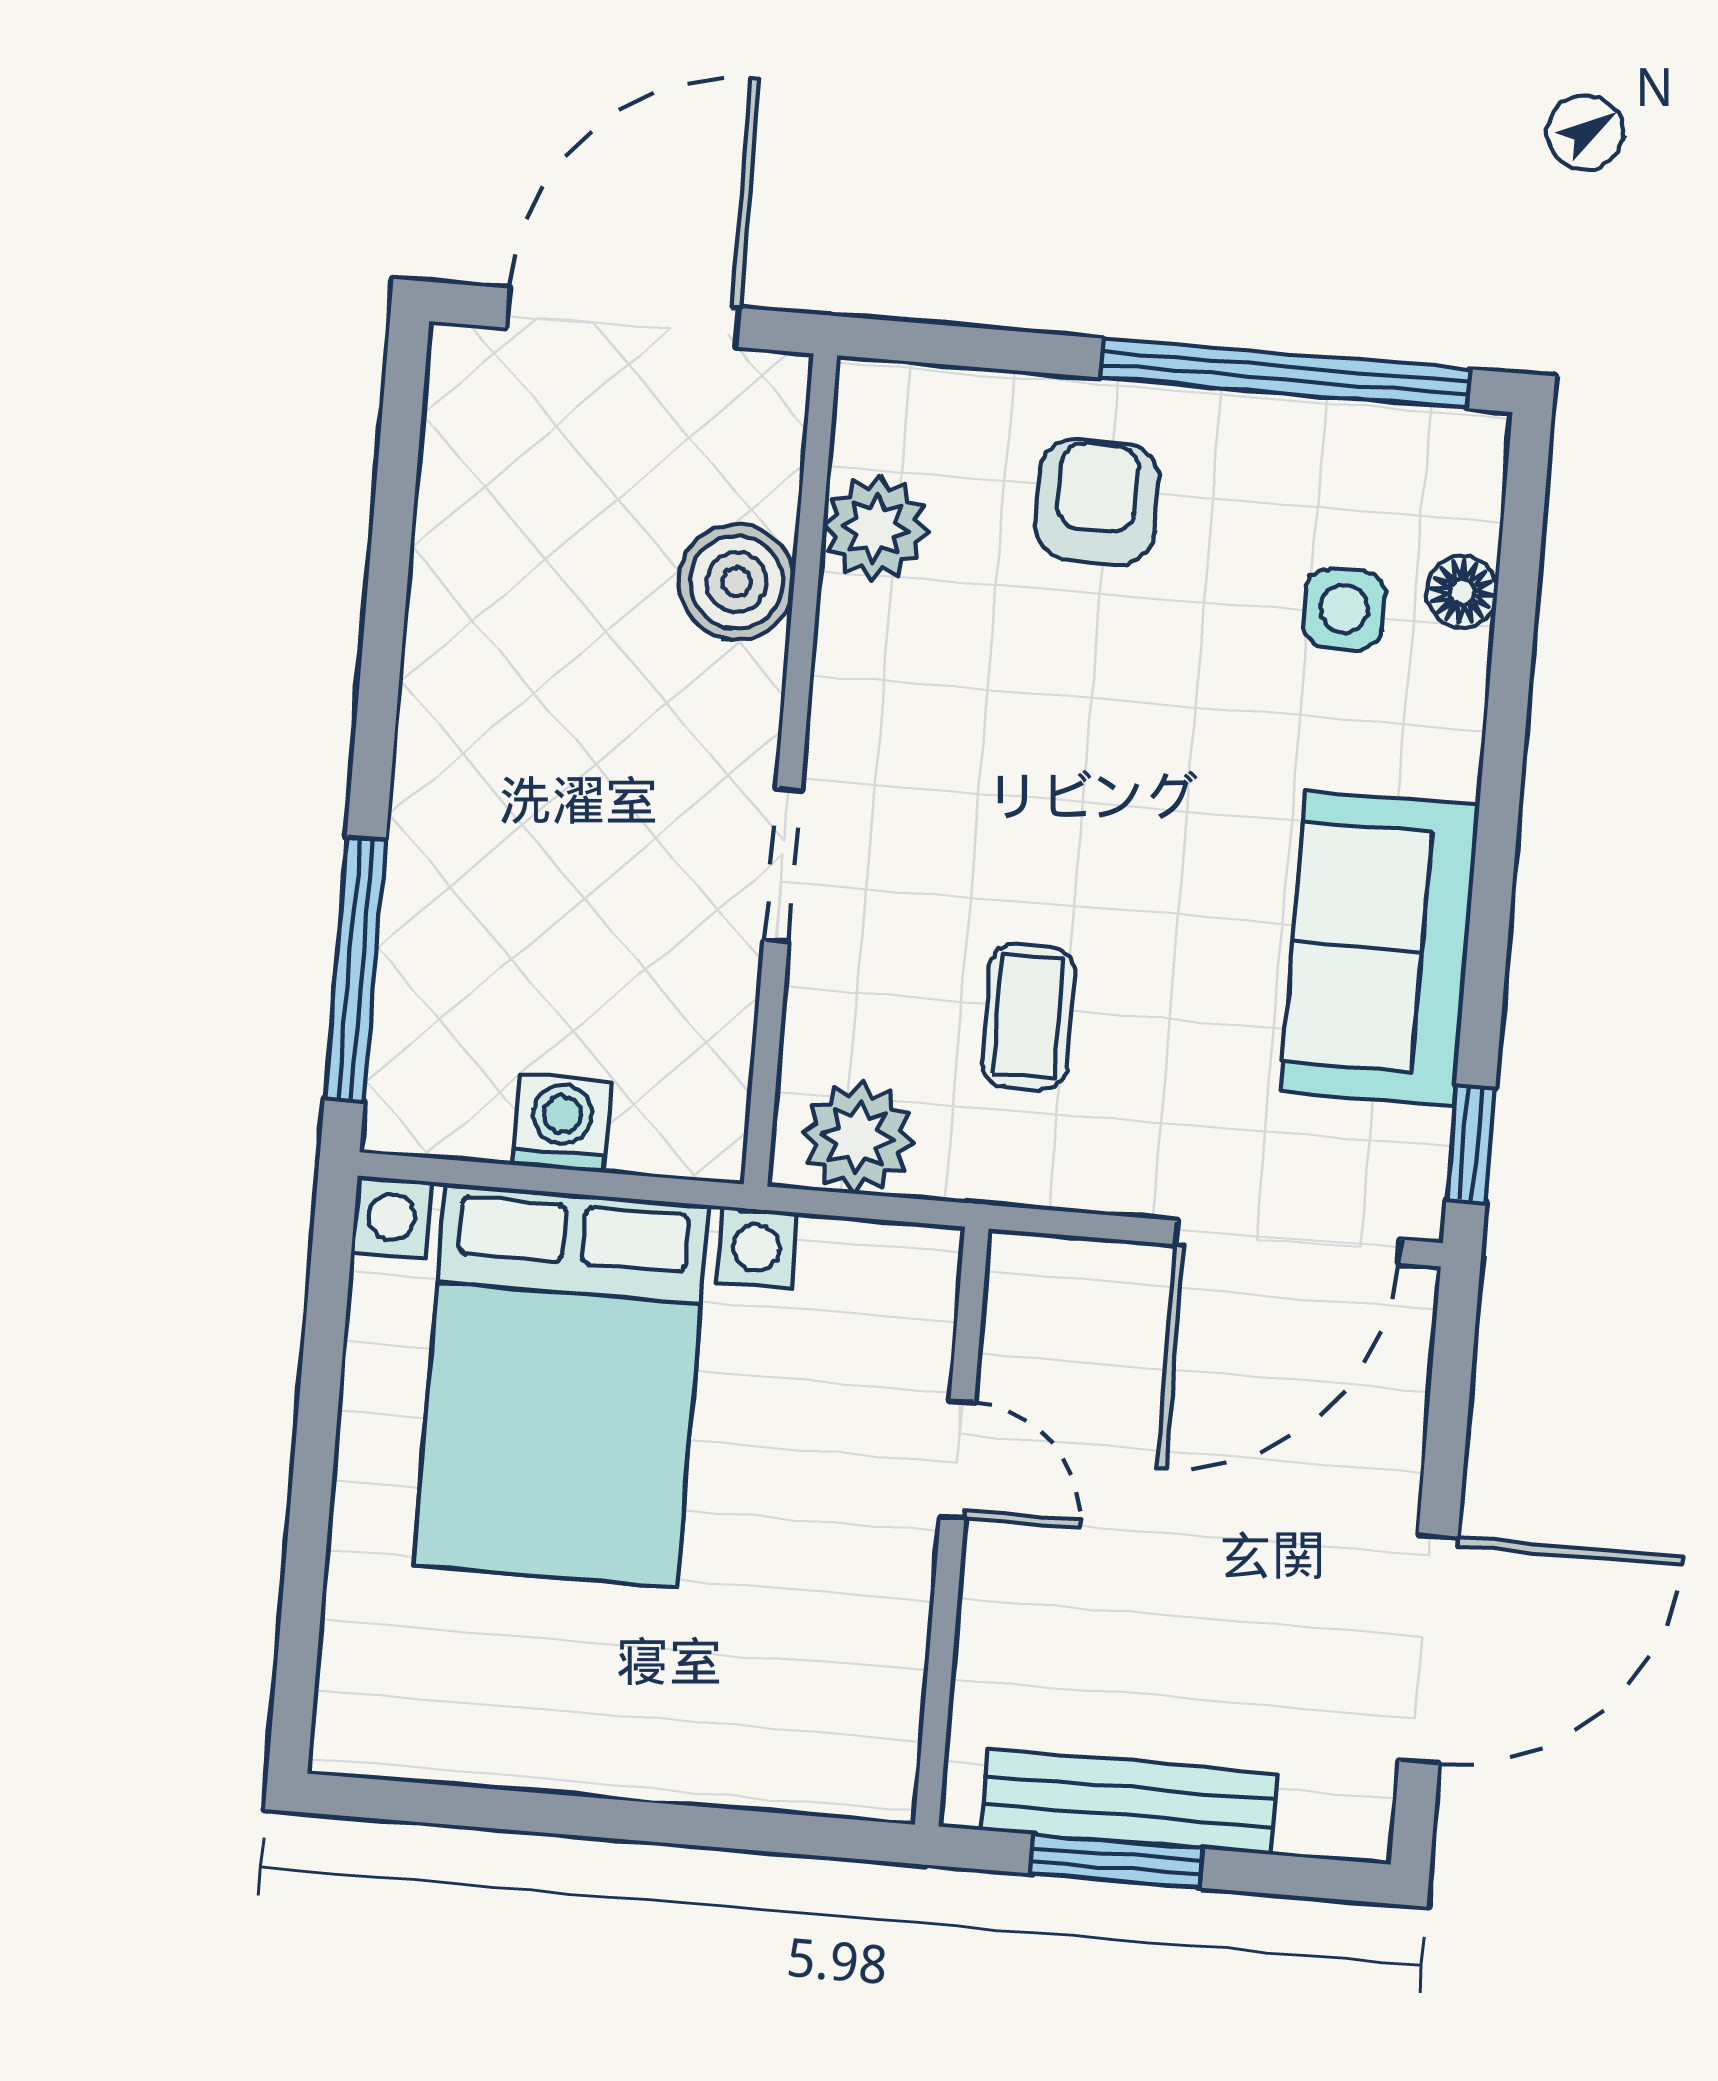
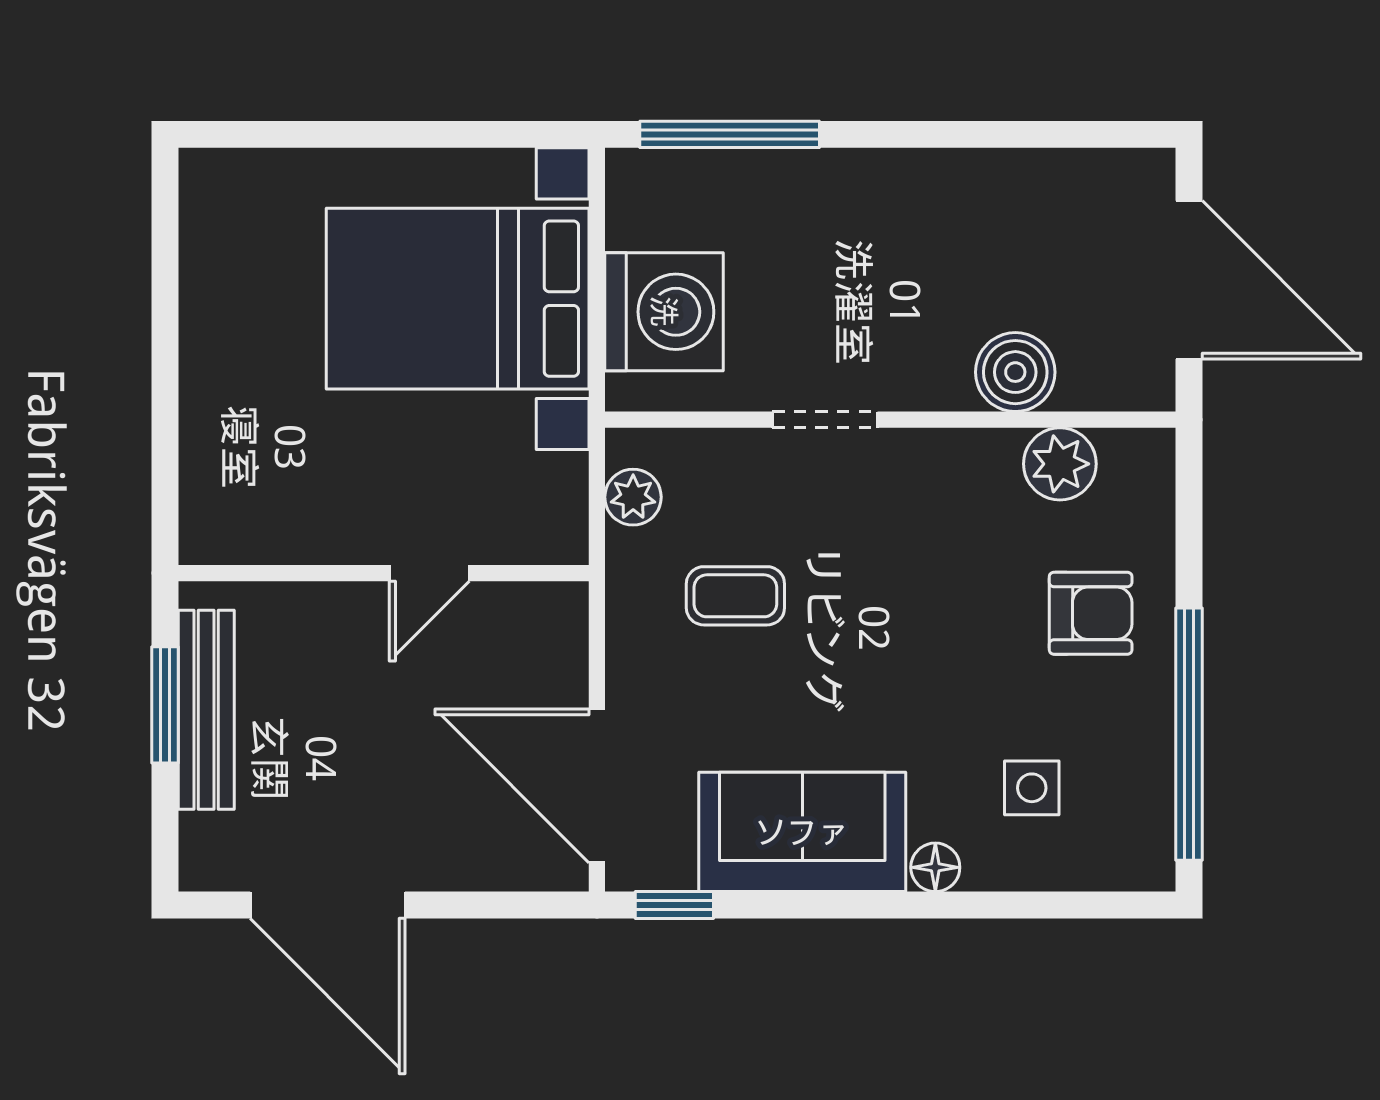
floor lamp: (1462, 592) -> (935, 867), moved
washing machine: (562, 1123) -> (664, 312), width x1.89, depth x1.89
plant: (858, 1137) -> (633, 497), width x0.73, depth x0.73

